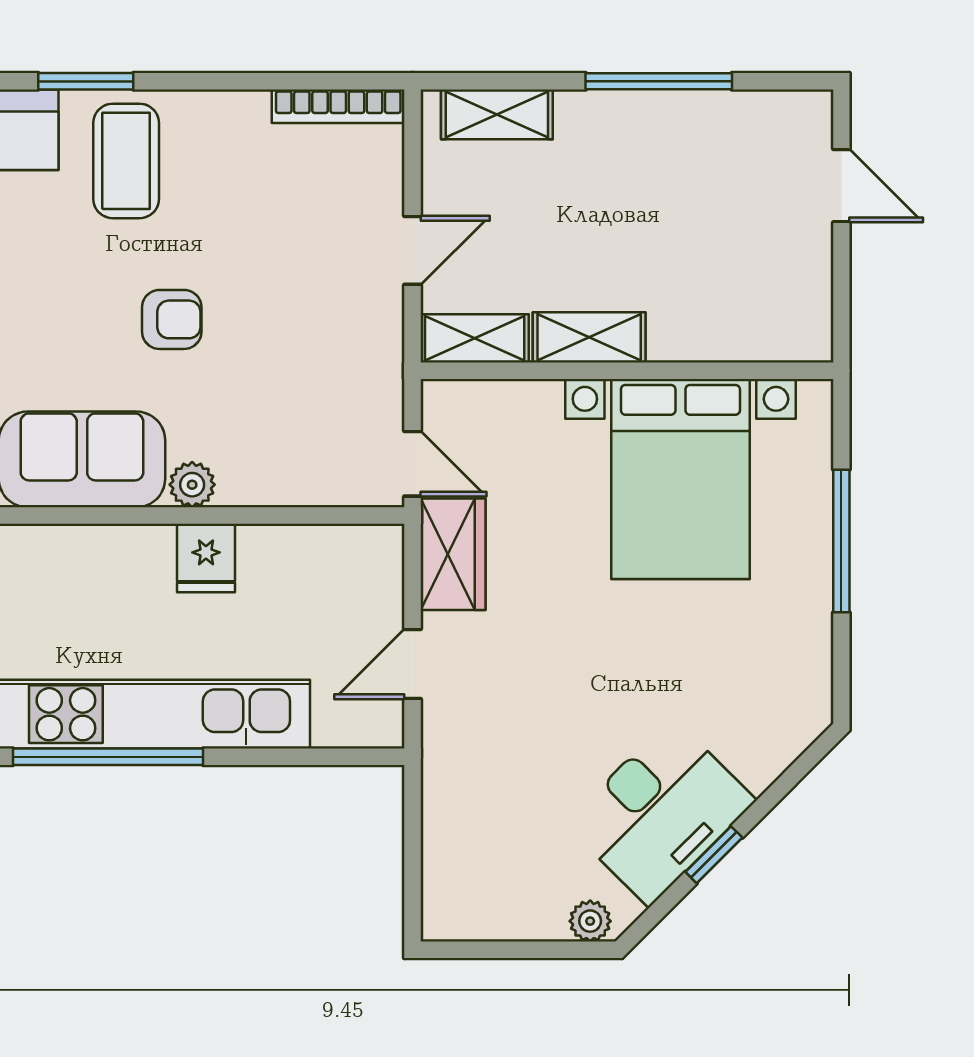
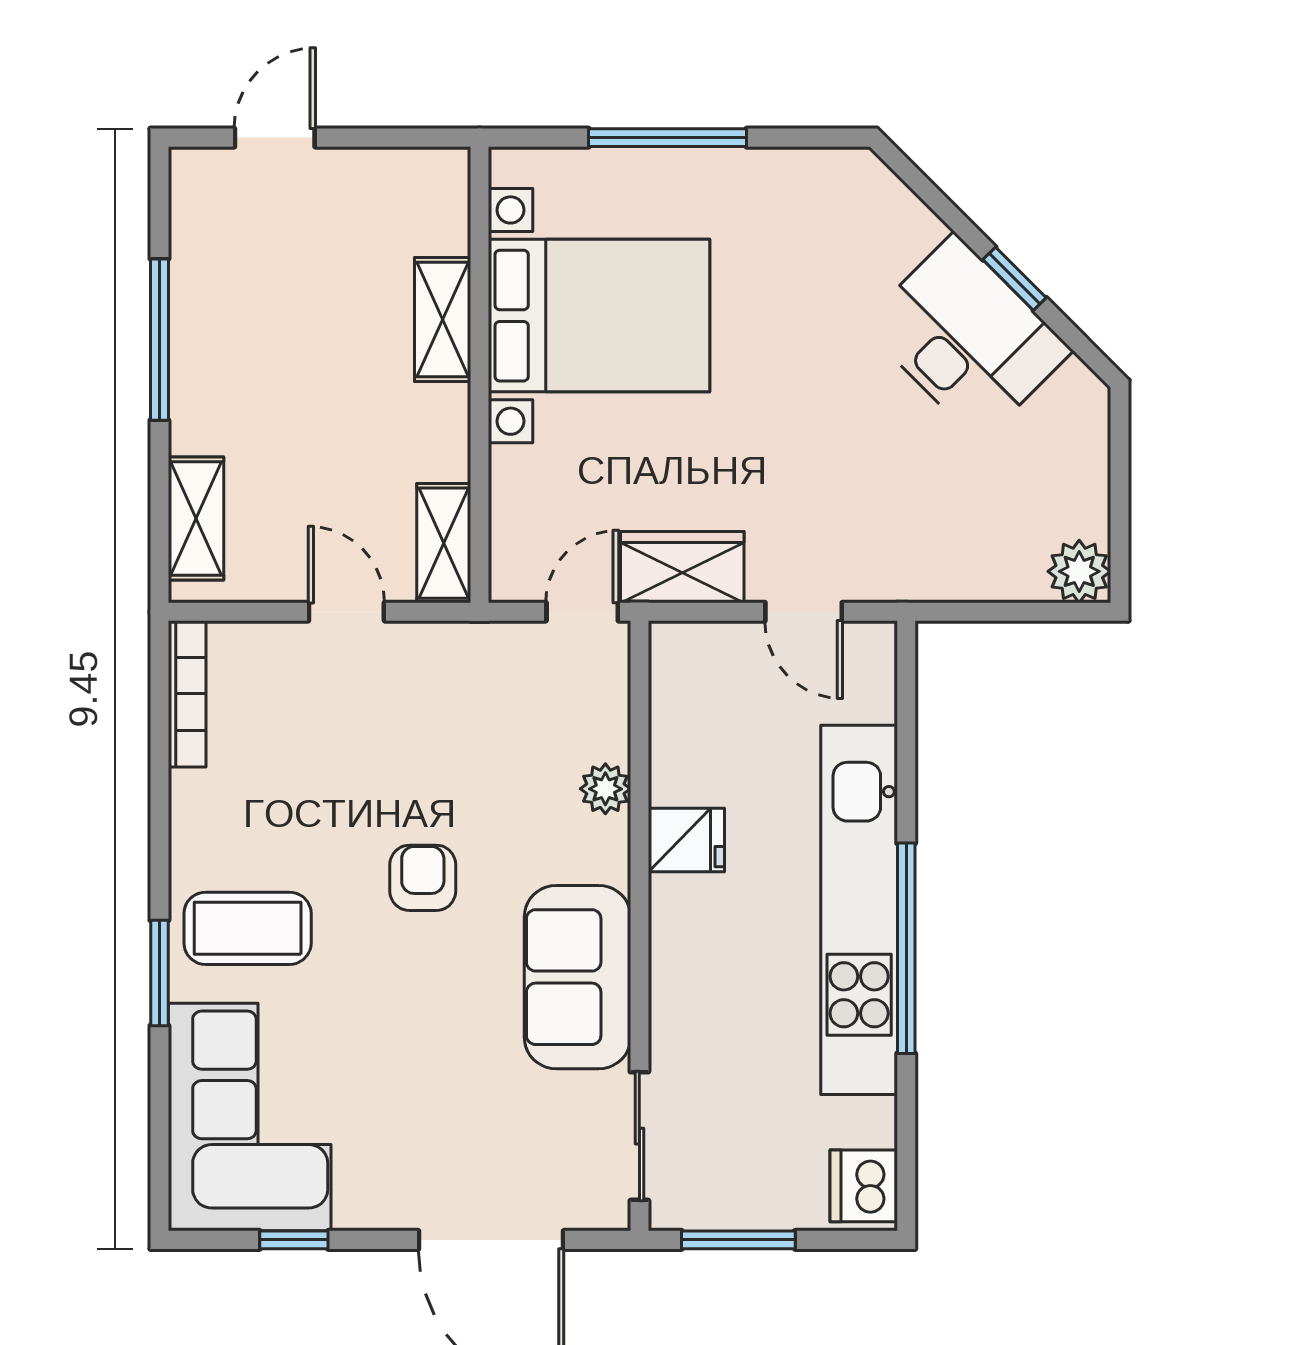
shelving: (589, 337) -> (443, 320), moved
plant: (192, 485) -> (605, 789), moved
plant: (590, 921) -> (1079, 571), moved, width x1.38, depth x1.38

